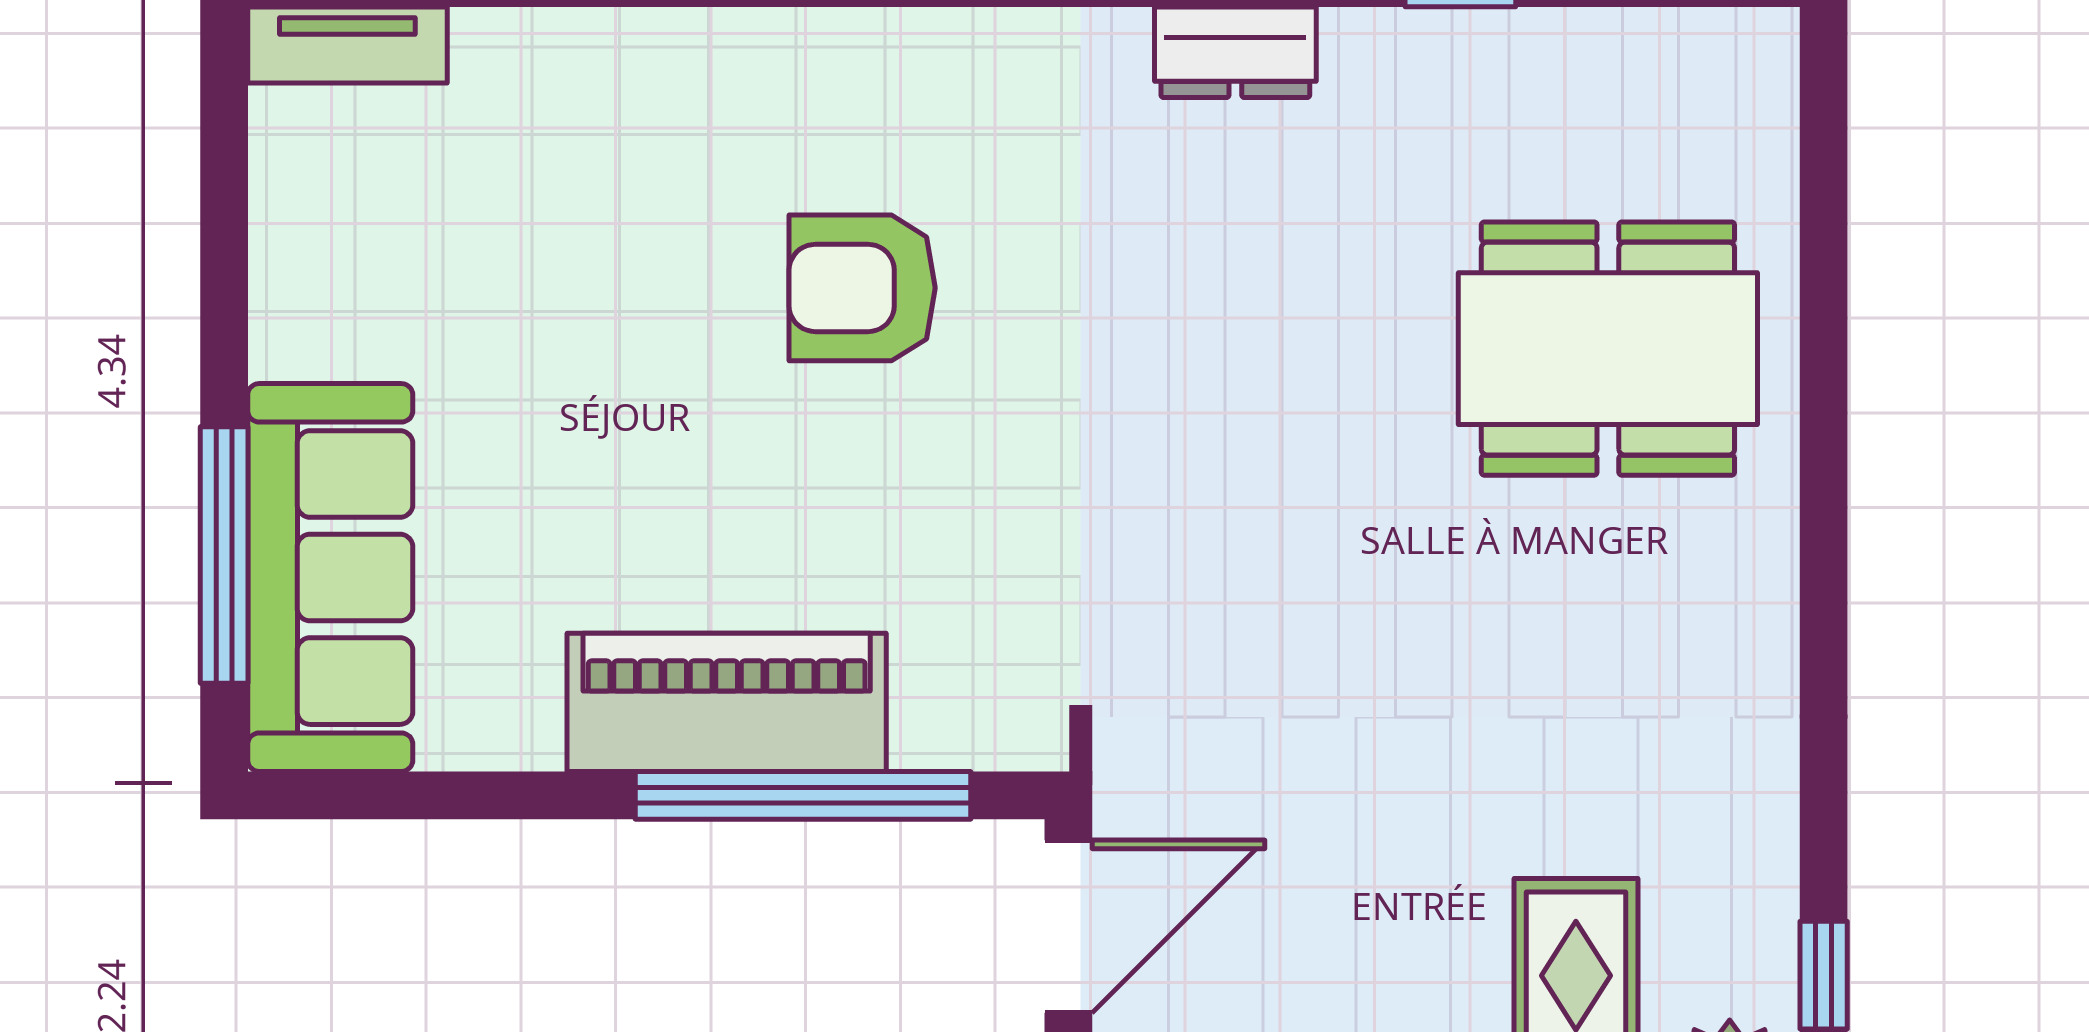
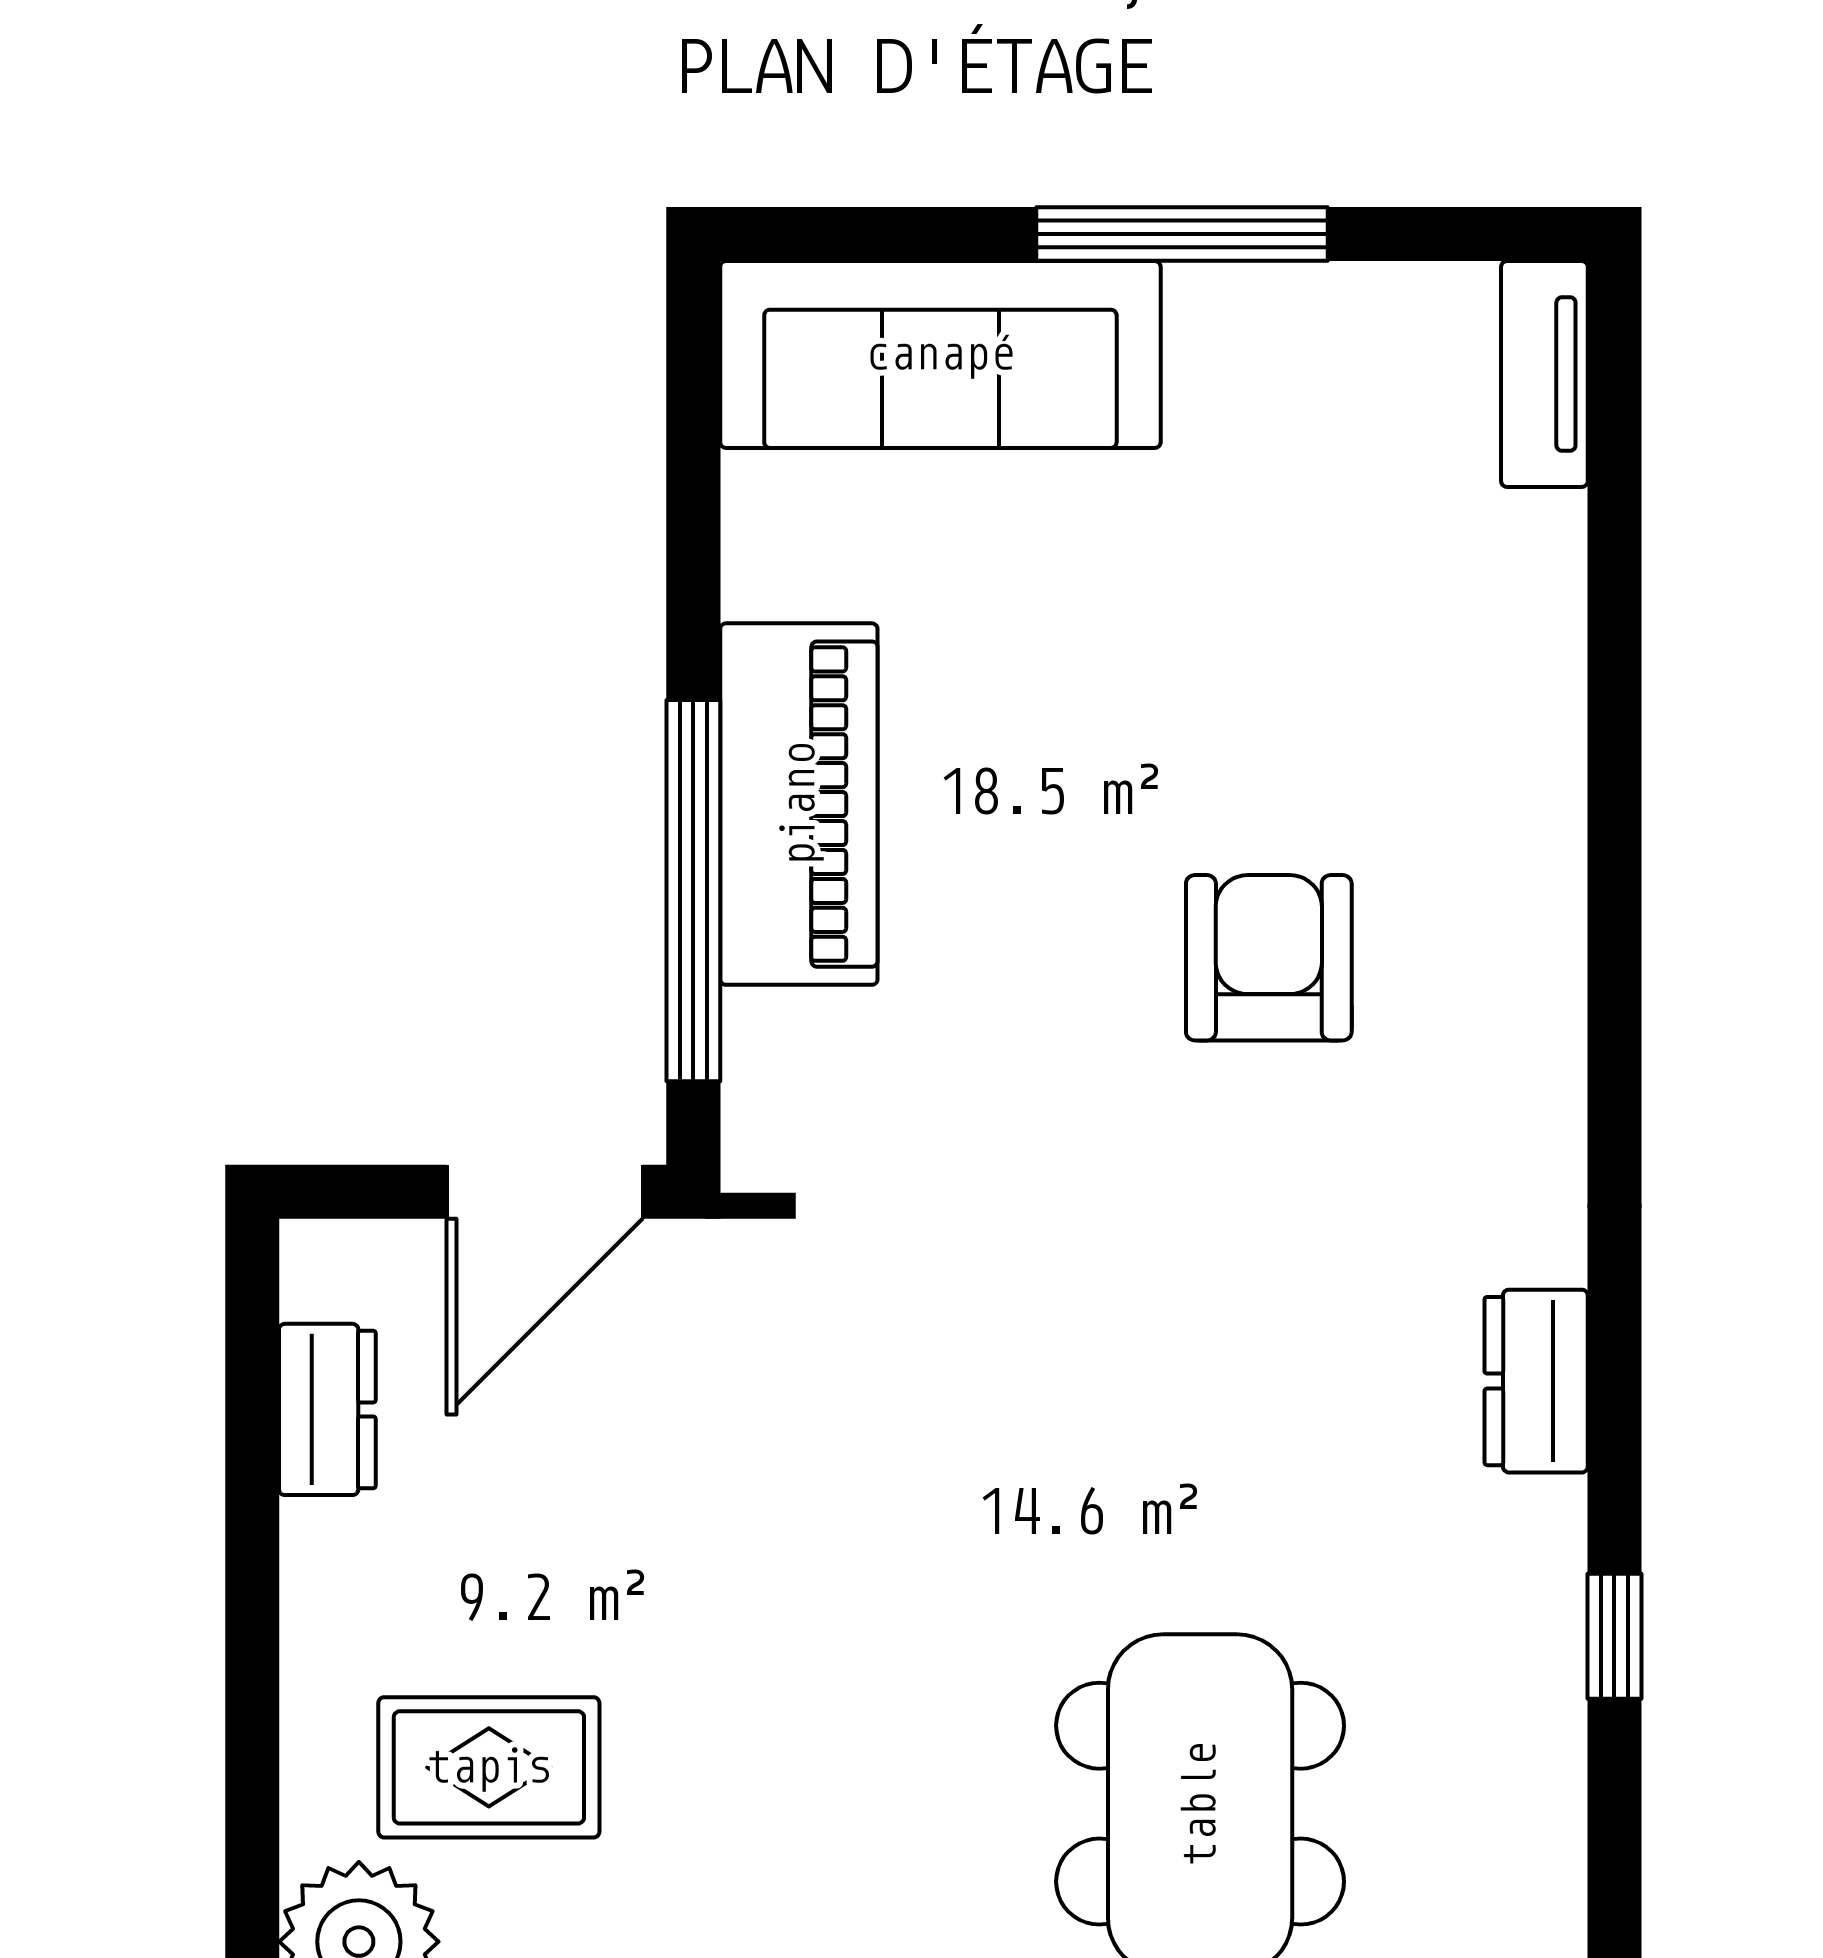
window: (224, 555) -> (1182, 234), moved
door: (1068, 926) -> (545, 1192), hinge flipped

